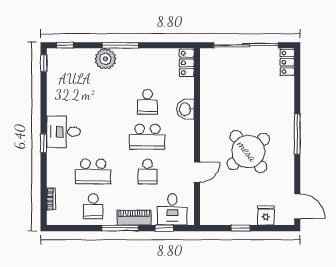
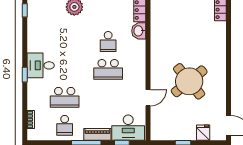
washbasin: (185, 109) -> (139, 31), moved
window: (297, 134) -> (228, 67), removed
school desk: (147, 172) -> (108, 97), removed
desk: (172, 209) -> (128, 128), width x1.37

